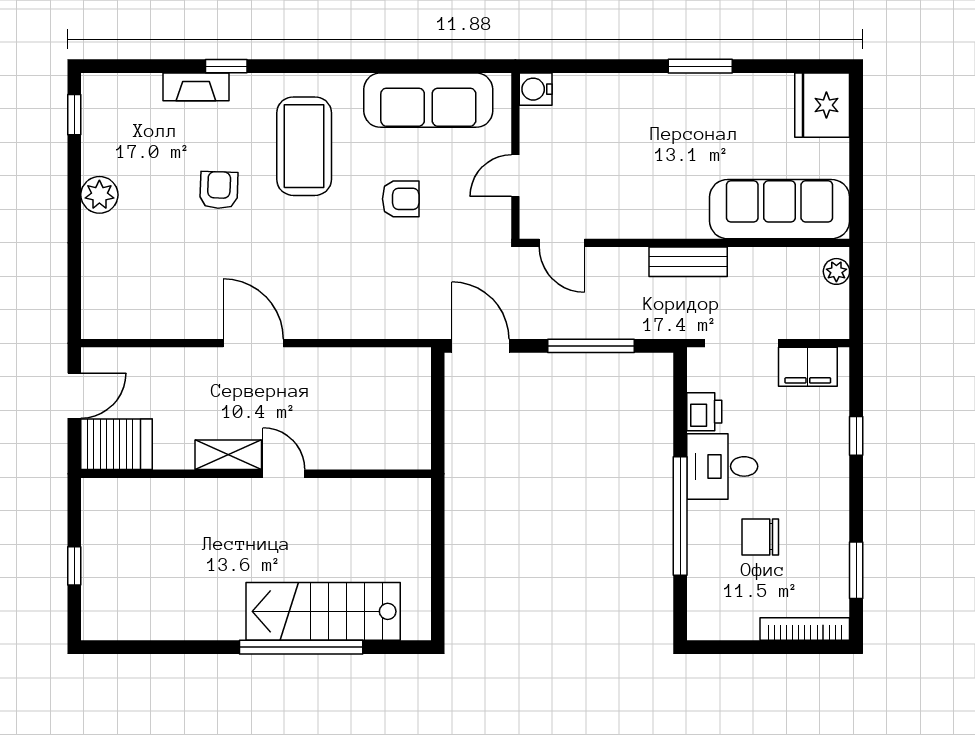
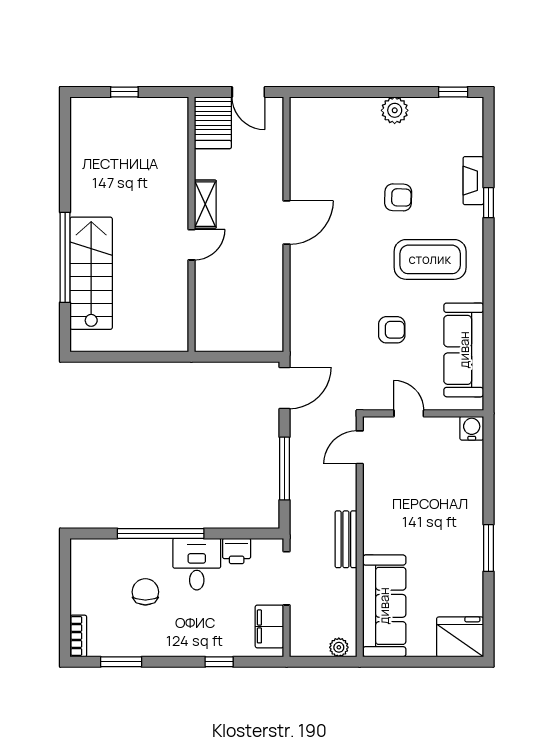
armchair: (401, 199) -> (392, 330), turned -90
bookcase: (805, 629) -> (78, 636), width x0.64

